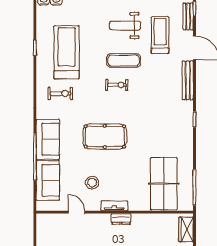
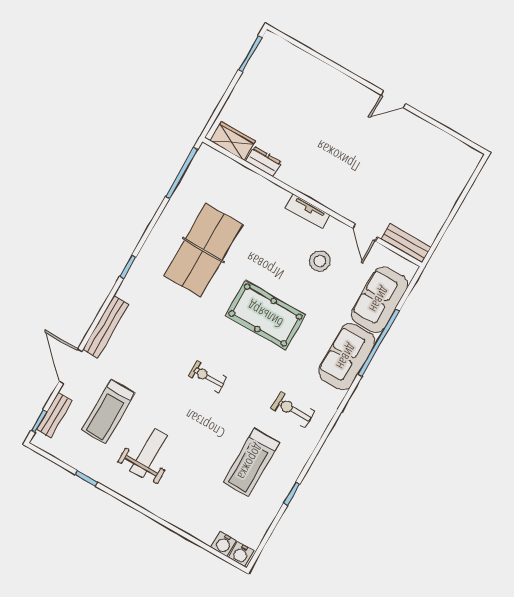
weight bench: (125, 25) -> (149, 453), turned -90
treadmill: (67, 52) -> (251, 462), width x0.73, depth x0.73
exercise mat: (124, 60) -> (179, 405), removed
table tennis table: (164, 184) -> (203, 250), moved
bench: (51, 219) -> (406, 243), added
dresser: (121, 219) -> (264, 162), moved
wardrobe: (186, 230) -> (233, 141), moved, turned -90

